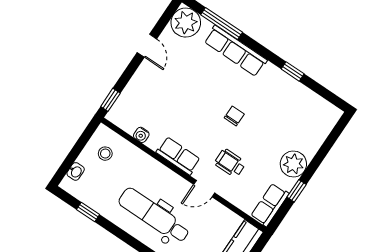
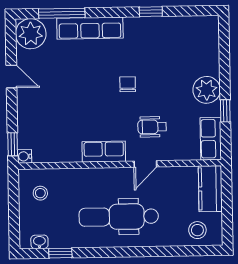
water cooler: (141, 135) -> (25, 156), moved, turned 90
washbasin: (76, 171) -> (39, 242), moved, turned -90

